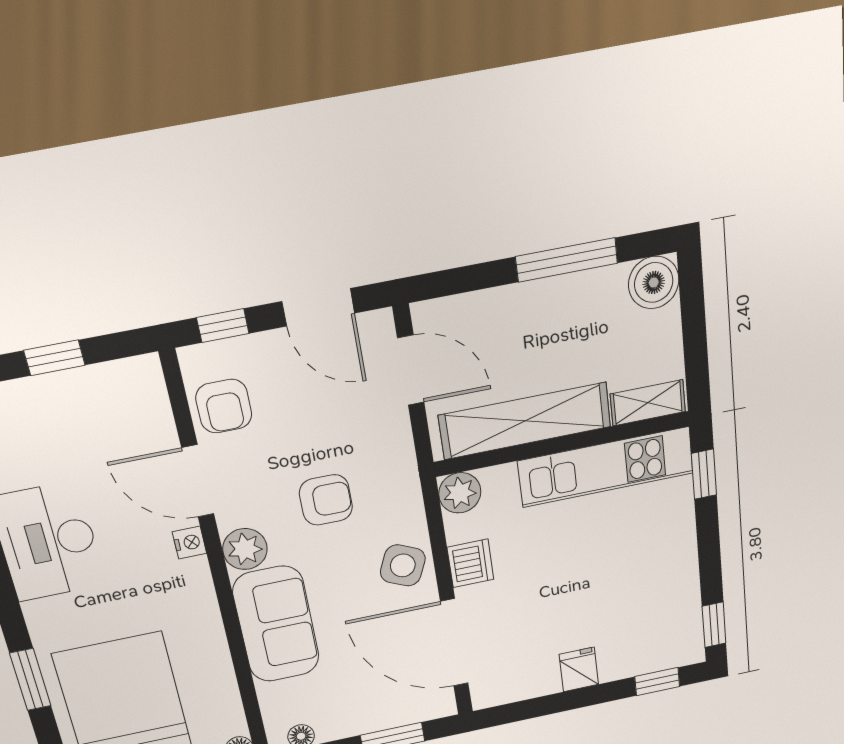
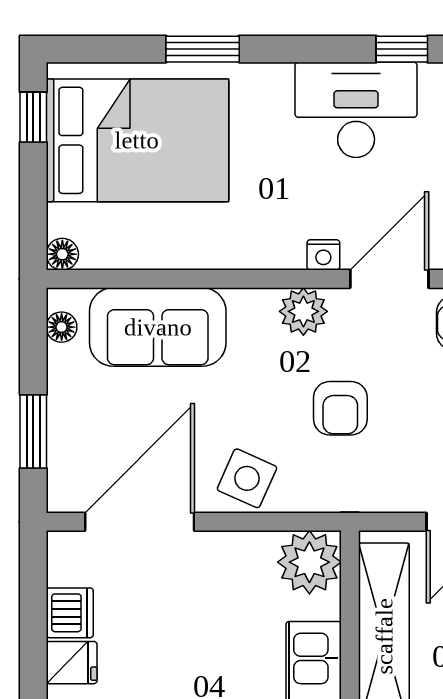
plant: (460, 493) -> (309, 562), width x1.36, depth x1.36
dishwasher: (470, 563) -> (70, 613), moved, turned -90
sofa: (276, 624) -> (158, 327), moved

